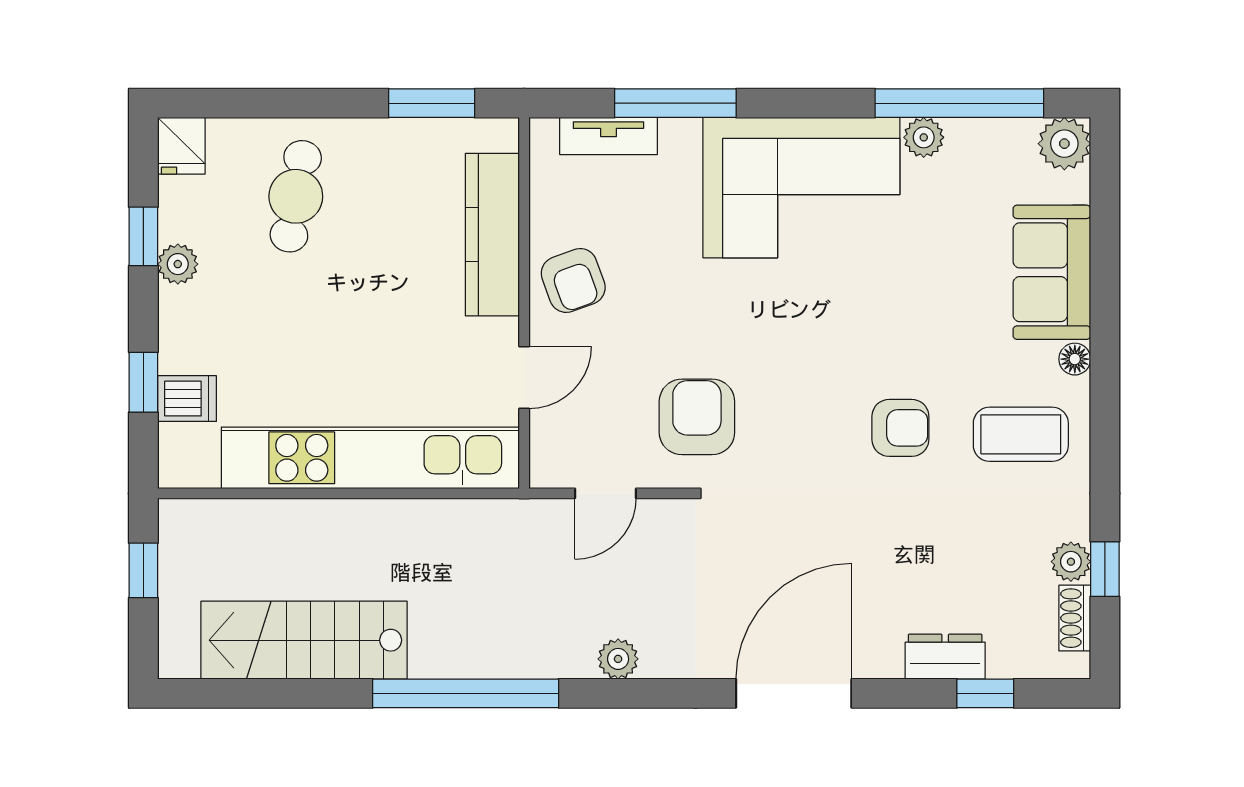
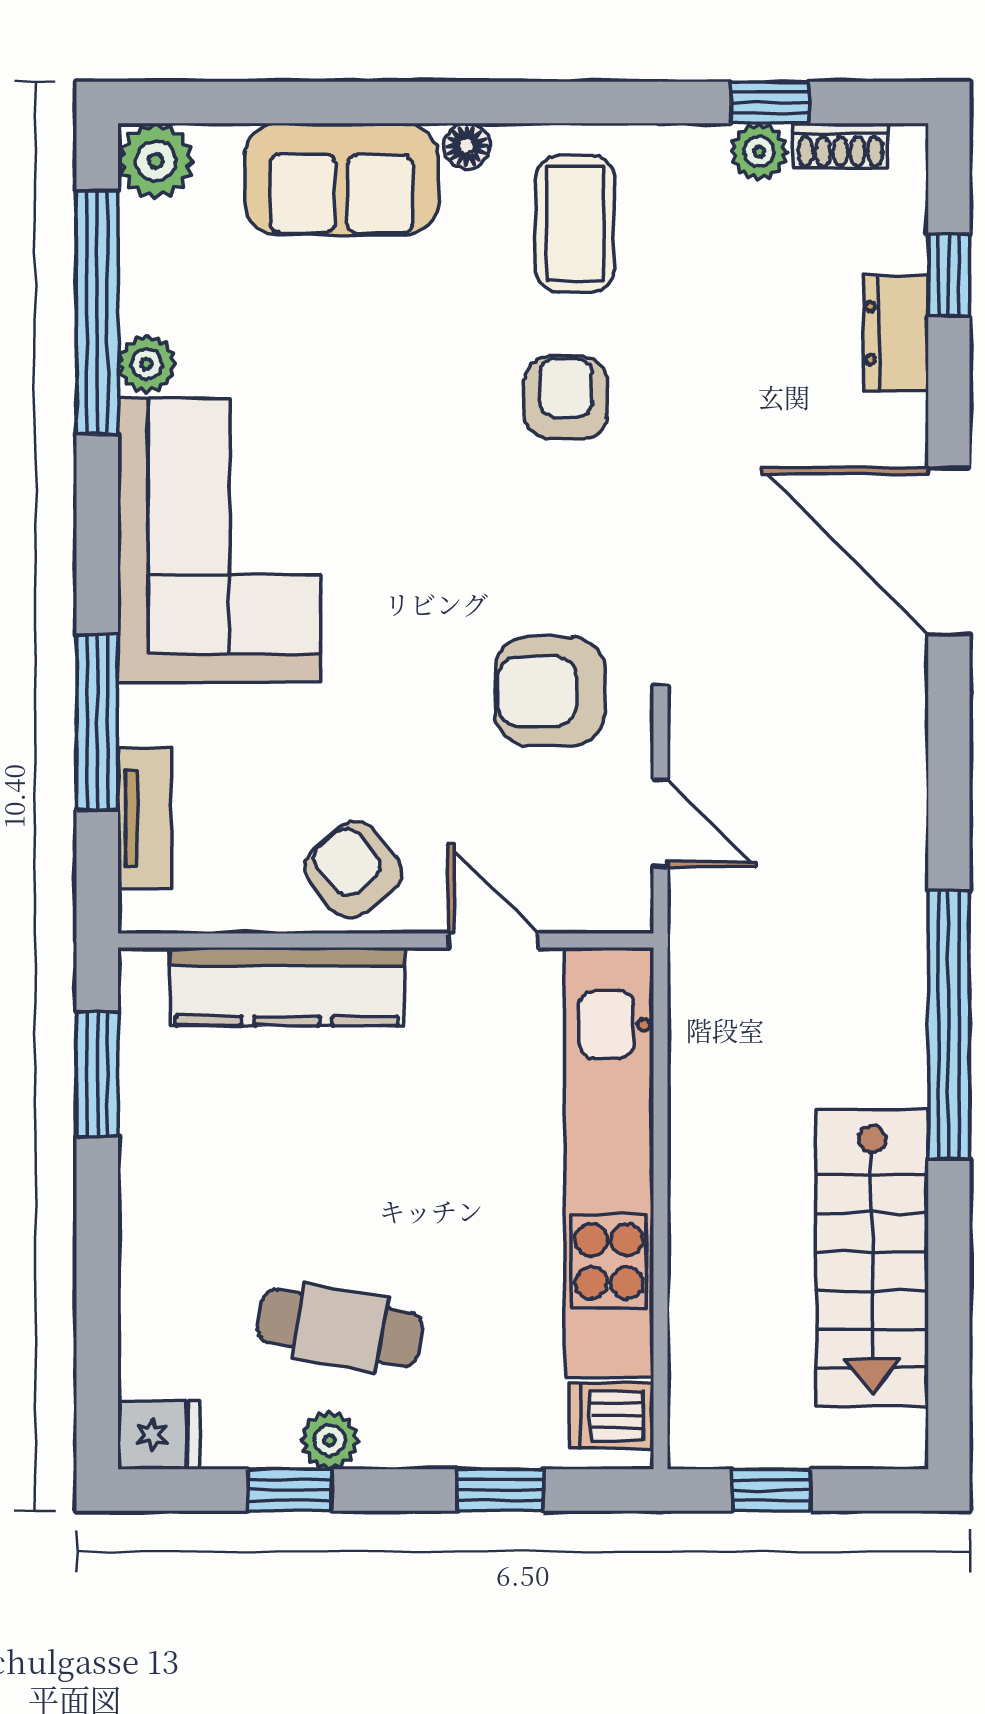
cafe table: (296, 196) -> (340, 1328), moved
armchair: (573, 280) -> (353, 870), turned -109
dishwasher: (187, 399) -> (611, 1416), moved, turned -90
plant: (618, 659) -> (899, 805), removed

